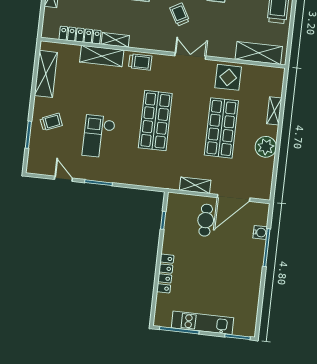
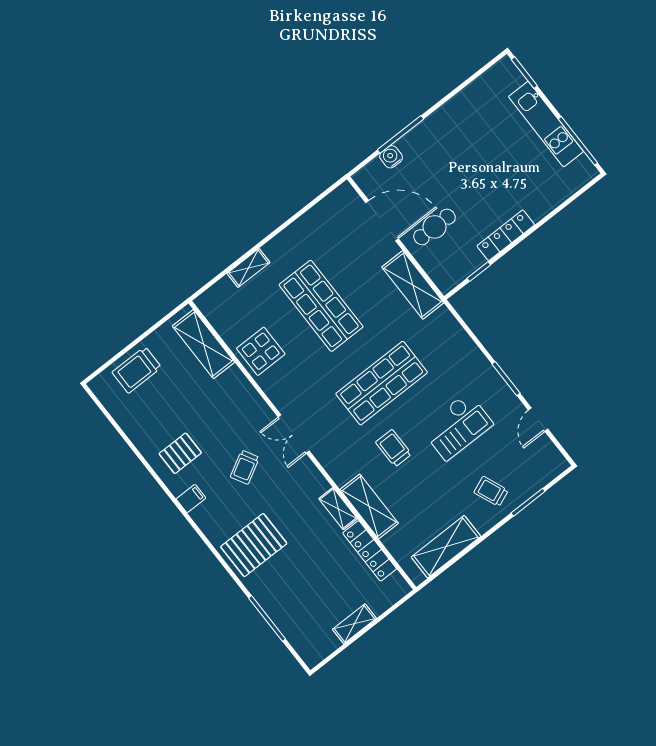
double door: (190, 56) -> (294, 434), moved
trolley: (140, 62) -> (394, 448), moved
shop shelf: (221, 128) -> (321, 306), turned 90
plant: (266, 147) -> (295, 240), removed
shelving: (195, 185) -> (413, 285), width x1.50, depth x1.33
locker: (165, 273) -> (506, 235), moved

